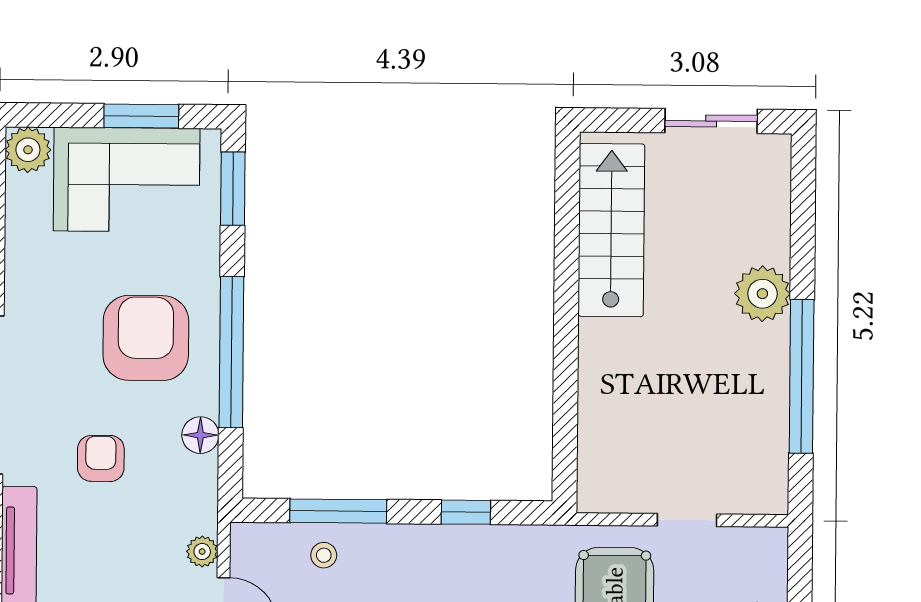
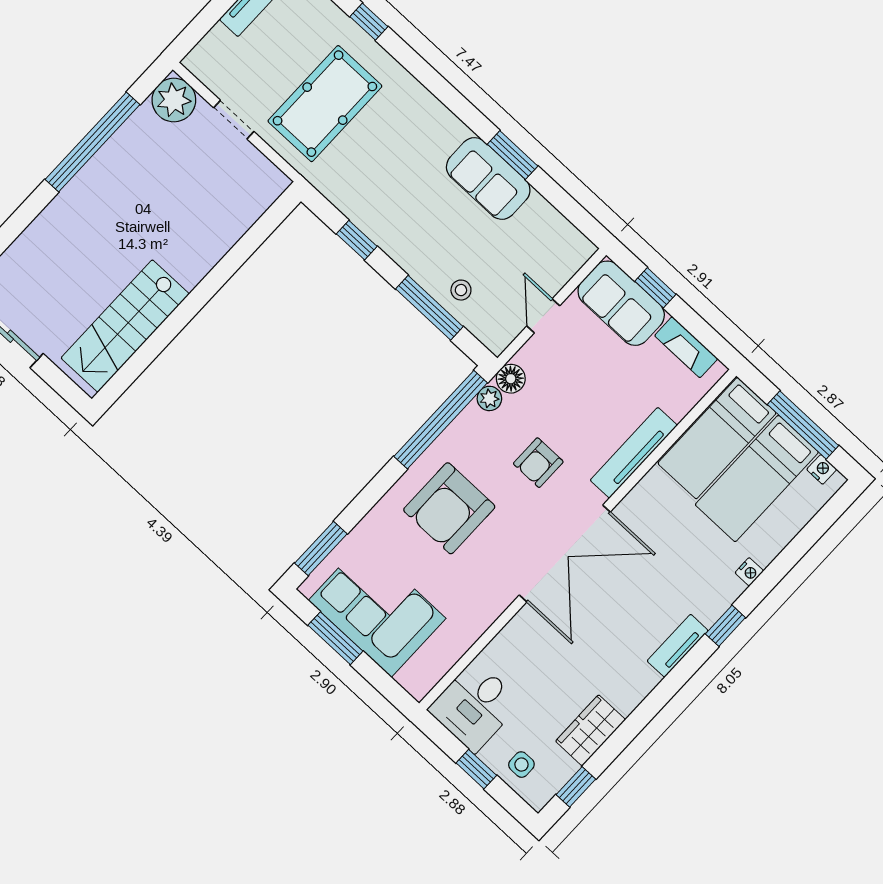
plant: (28, 150) -> (418, 678), removed
plant: (762, 294) -> (174, 100), moved
window: (231, 352) -> (441, 420), moved
floor lamp: (200, 435) -> (511, 379), moved
plant: (202, 552) -> (489, 398), moved

